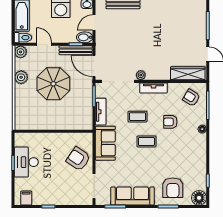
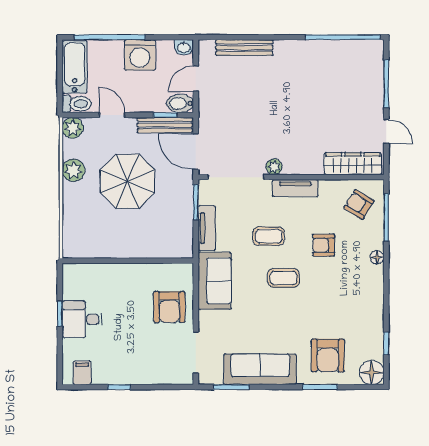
armchair: (78, 159) -> (169, 307), turned -124
desk: (26, 162) -> (82, 319), width x0.73

